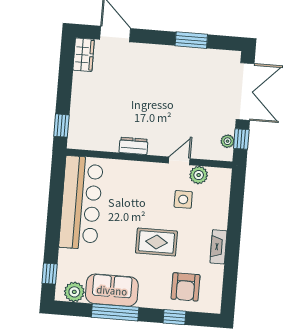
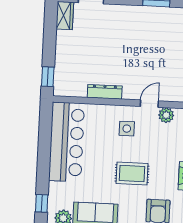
dresser: (134, 146) -> (105, 92), width x1.44
side table: (183, 199) -> (127, 129), moved

